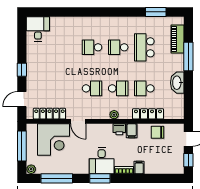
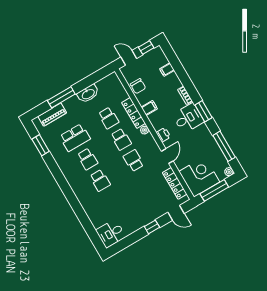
school desk: (118, 88) -> (121, 139), turned 180
locker: (148, 114) -> (134, 113), moved
printer: (119, 129) -> (163, 135), moved
corner desk: (53, 140) -> (199, 177), moved
filing cabinet: (139, 167) -> (167, 70), moved

